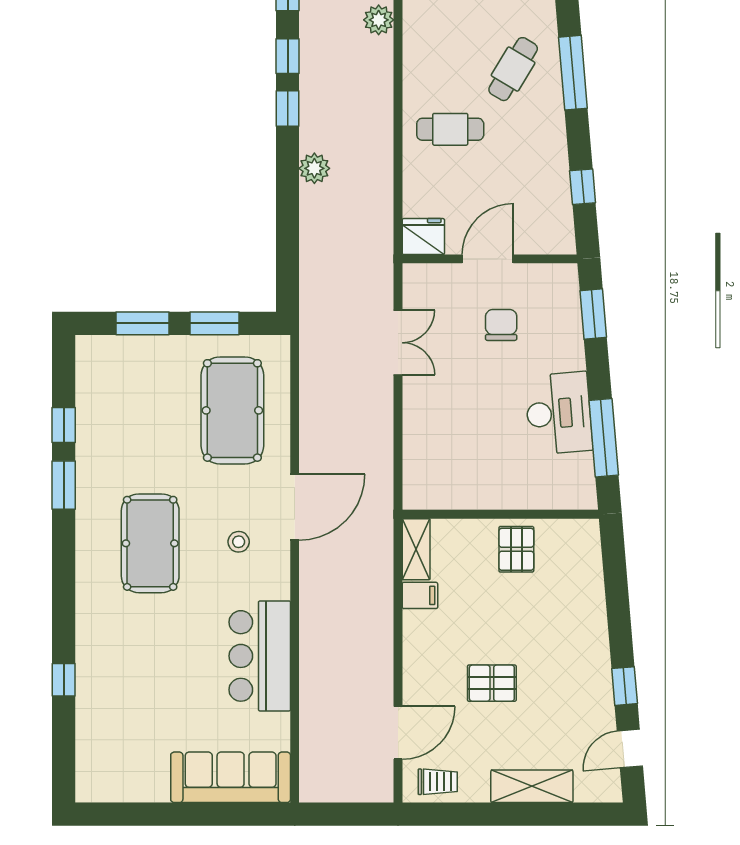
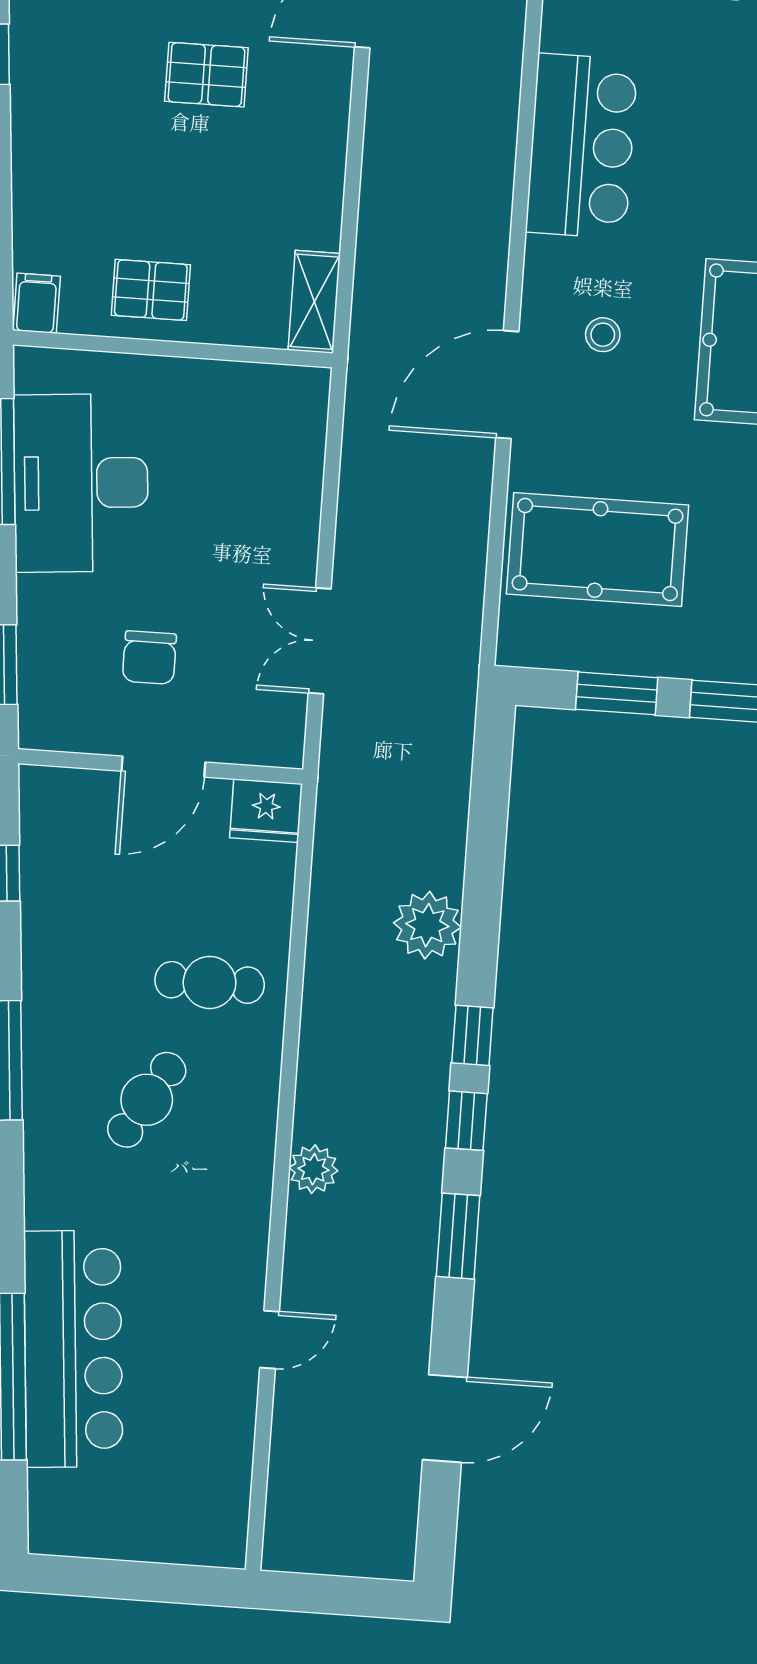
cafe table: (513, 69) -> (147, 1100), moved
plant: (314, 168) -> (427, 925), width x1.36, depth x1.36
pool table: (232, 410) -> (598, 550), turned 90
desk: (559, 413) -> (81, 483), width x1.36, depth x1.30
pallet: (516, 549) -> (151, 290), turned 90
filing cabinet: (420, 595) -> (37, 303), moved, turned 90

